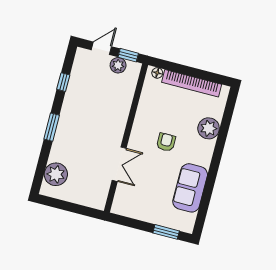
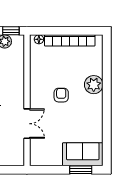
plant: (209, 128) -> (94, 85), moved
sofa: (190, 188) -> (83, 154), moved, turned 90

